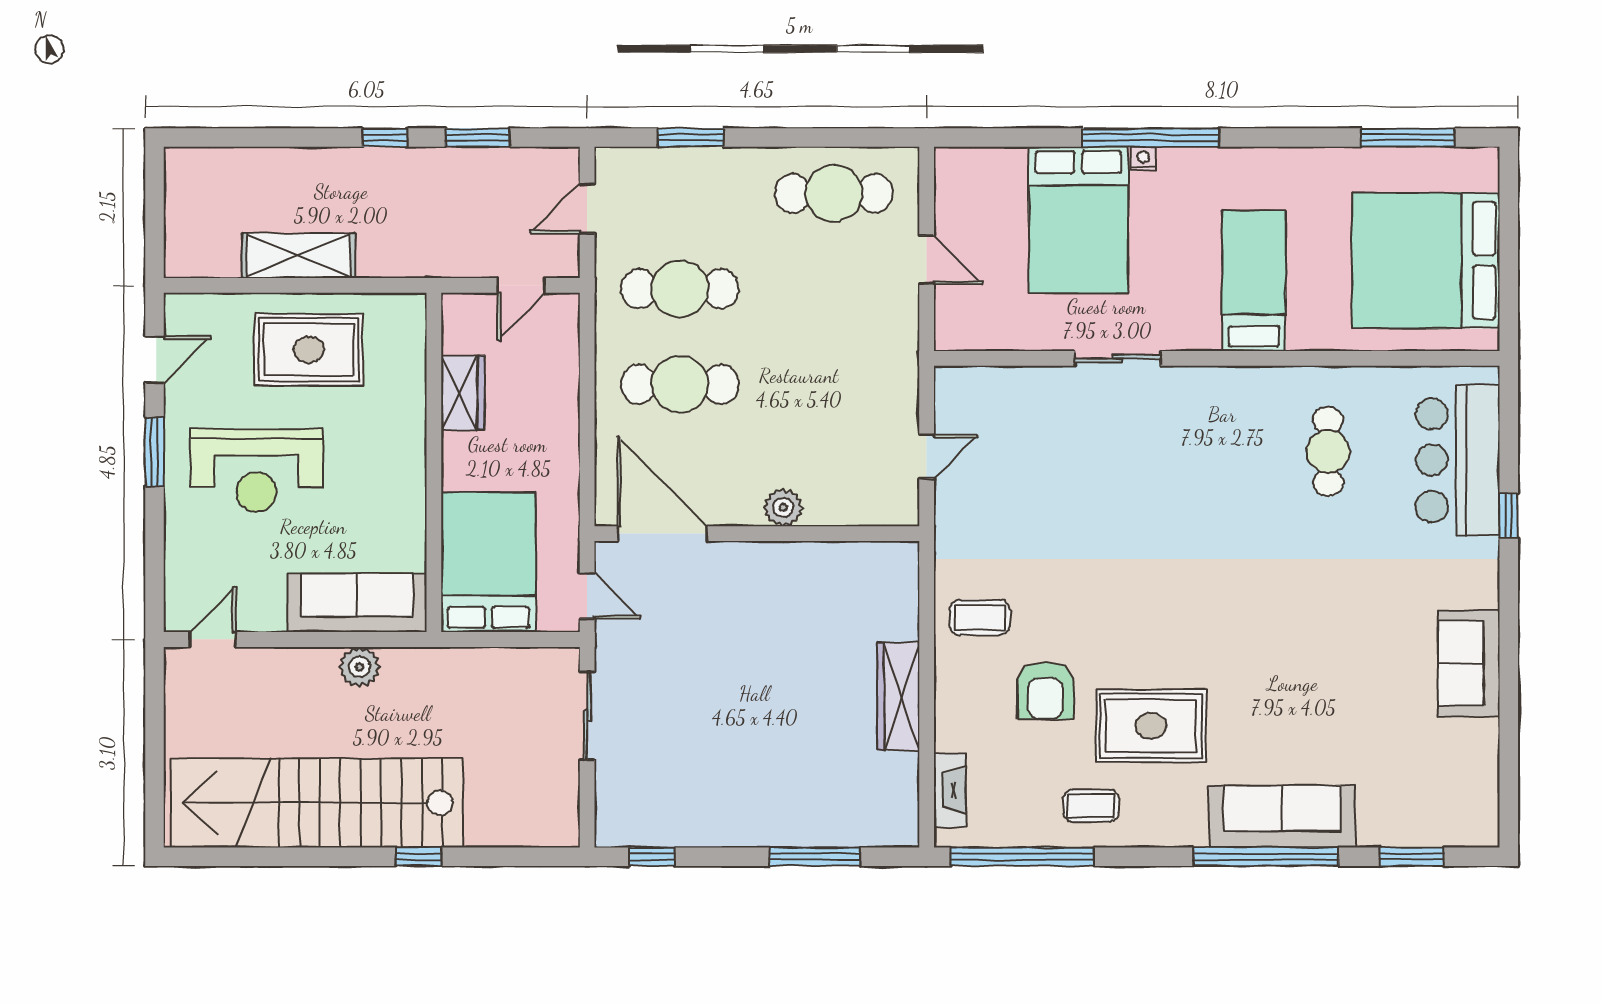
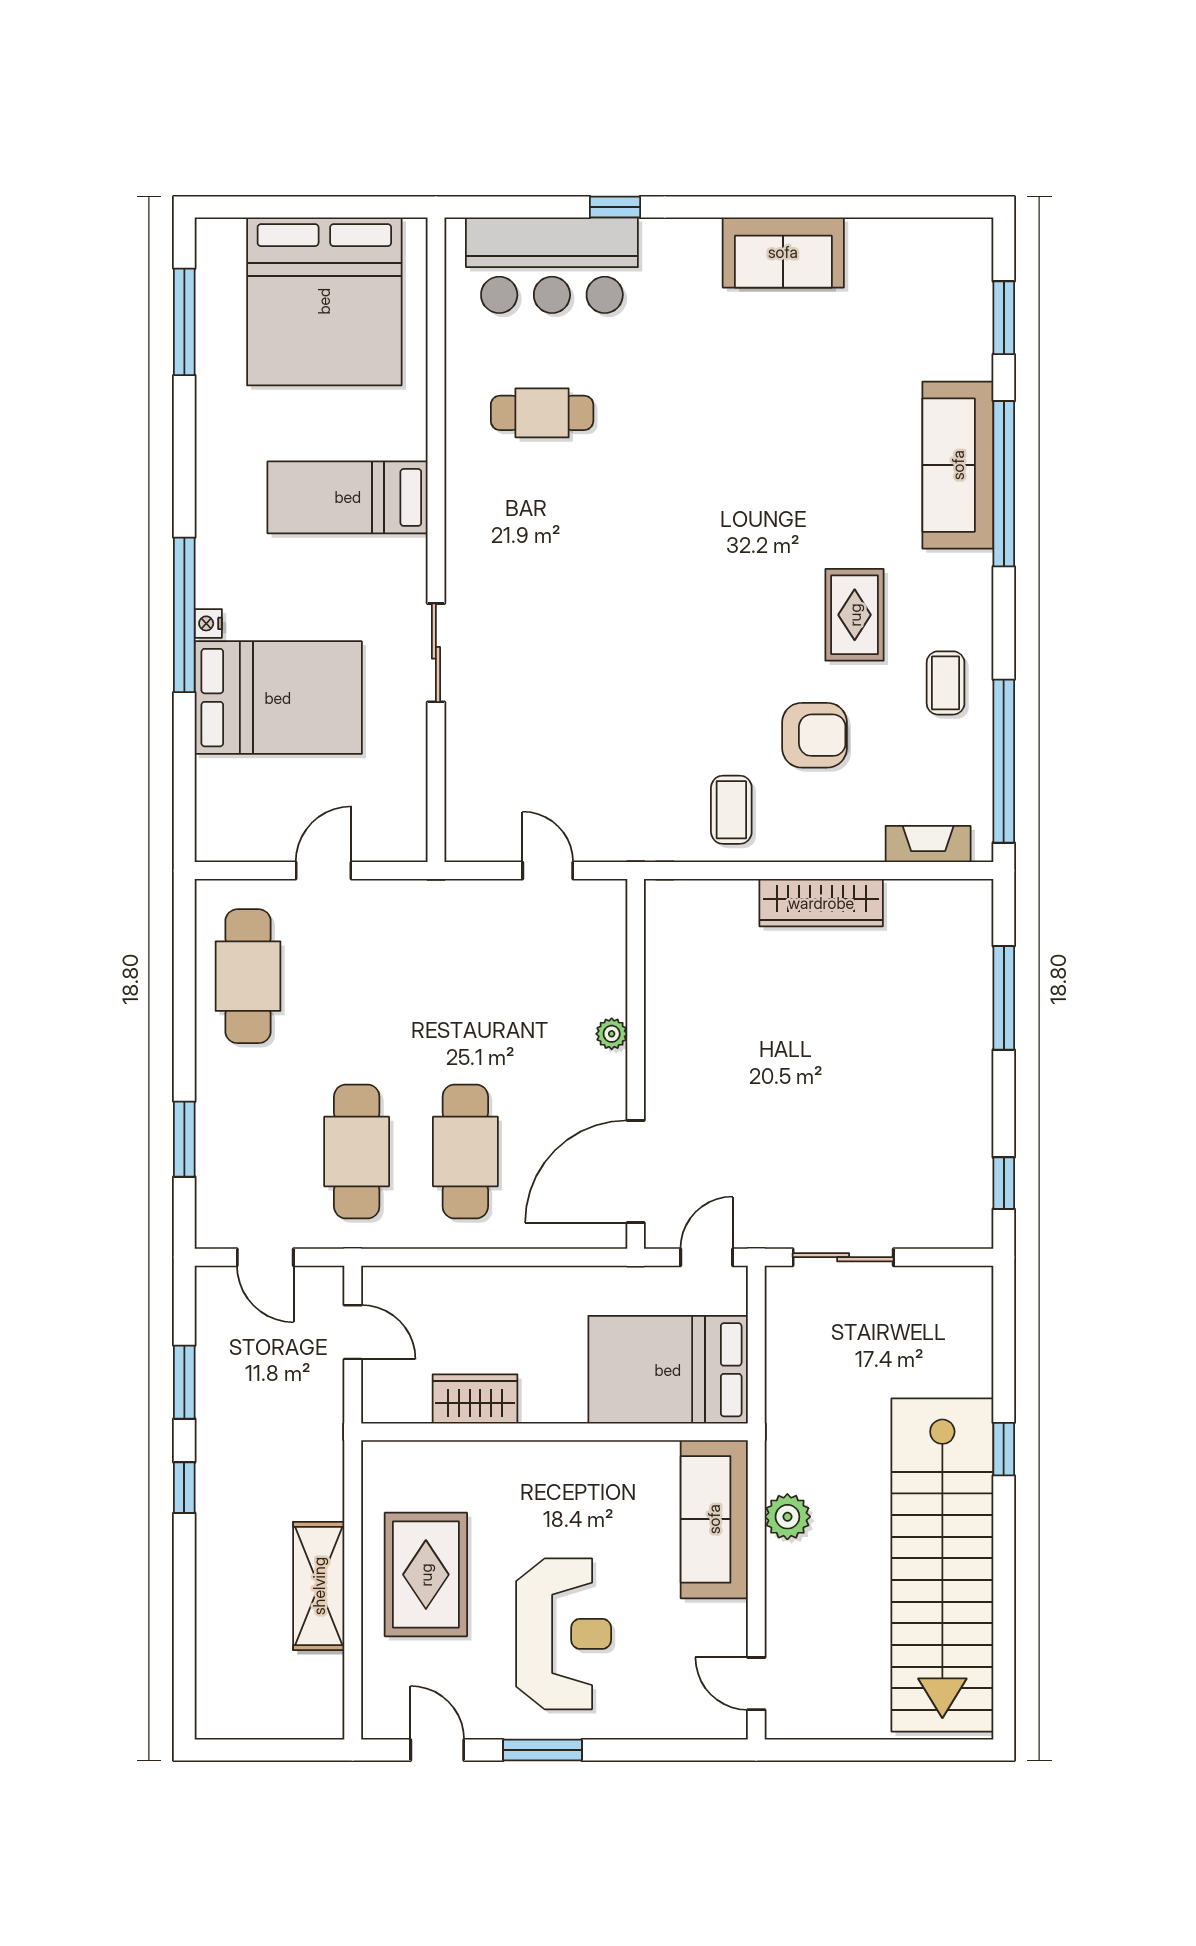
plant: (783, 507) -> (612, 1034), width x0.73, depth x0.73
rug: (1151, 726) -> (855, 615), width x0.73, depth x0.70

